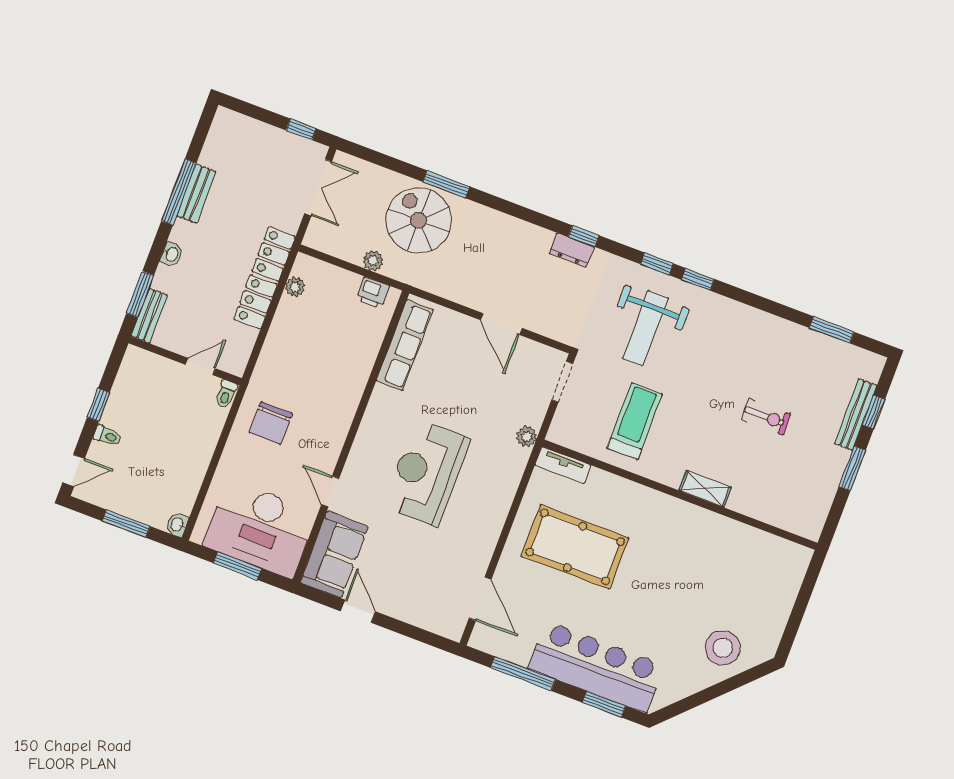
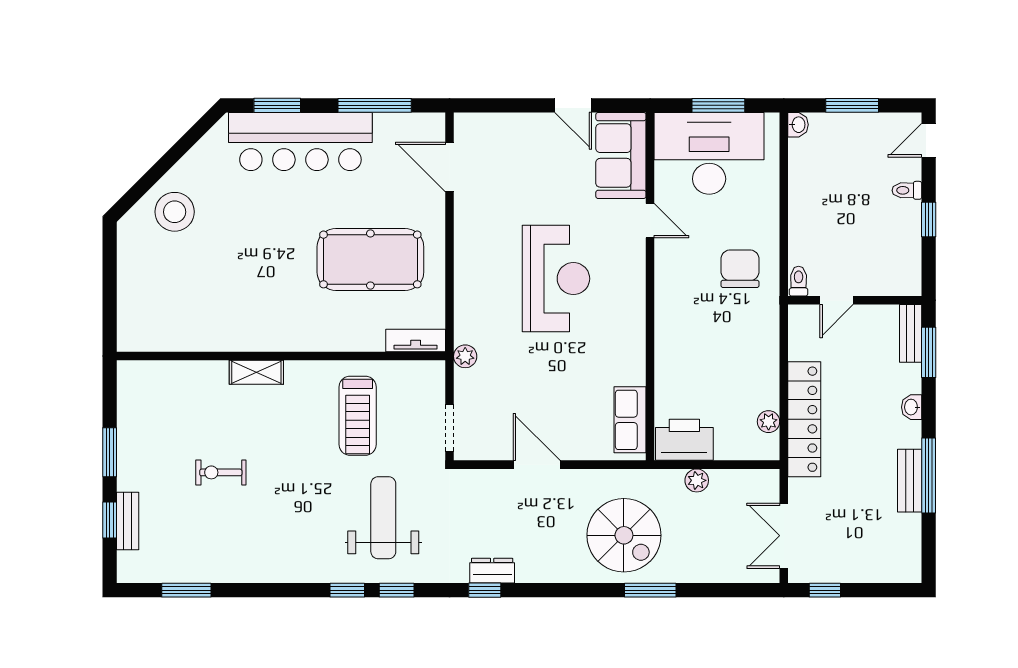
spiral stairs: (419, 220) -> (624, 535), moved
printer: (373, 293) -> (684, 440), width x1.87, depth x1.48
row of seats: (405, 345) -> (630, 420), width x0.68
bench: (856, 414) -> (128, 521), width x0.73

